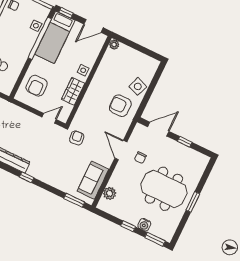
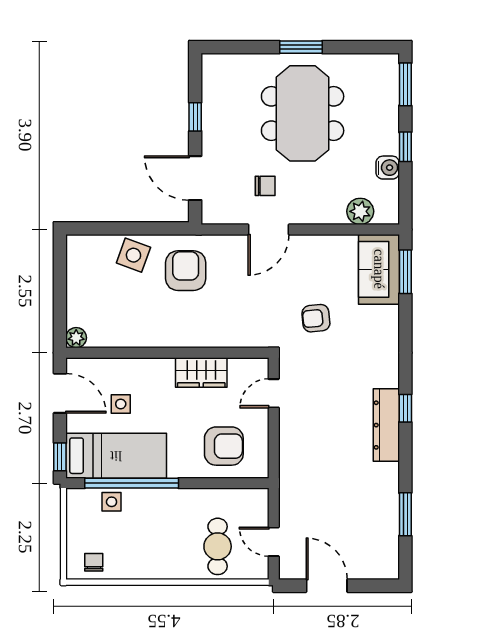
side table: (83, 70) -> (121, 404), moved
armchair: (120, 106) -> (186, 271), turned 180
door: (49, 118) -> (274, 393), hinge flipped
armchair: (77, 138) -> (316, 318), moved
window: (27, 177) -> (405, 408), moved
sofa: (93, 180) -> (379, 269), moved, turned 90
water cooler: (144, 225) -> (388, 168), moved

